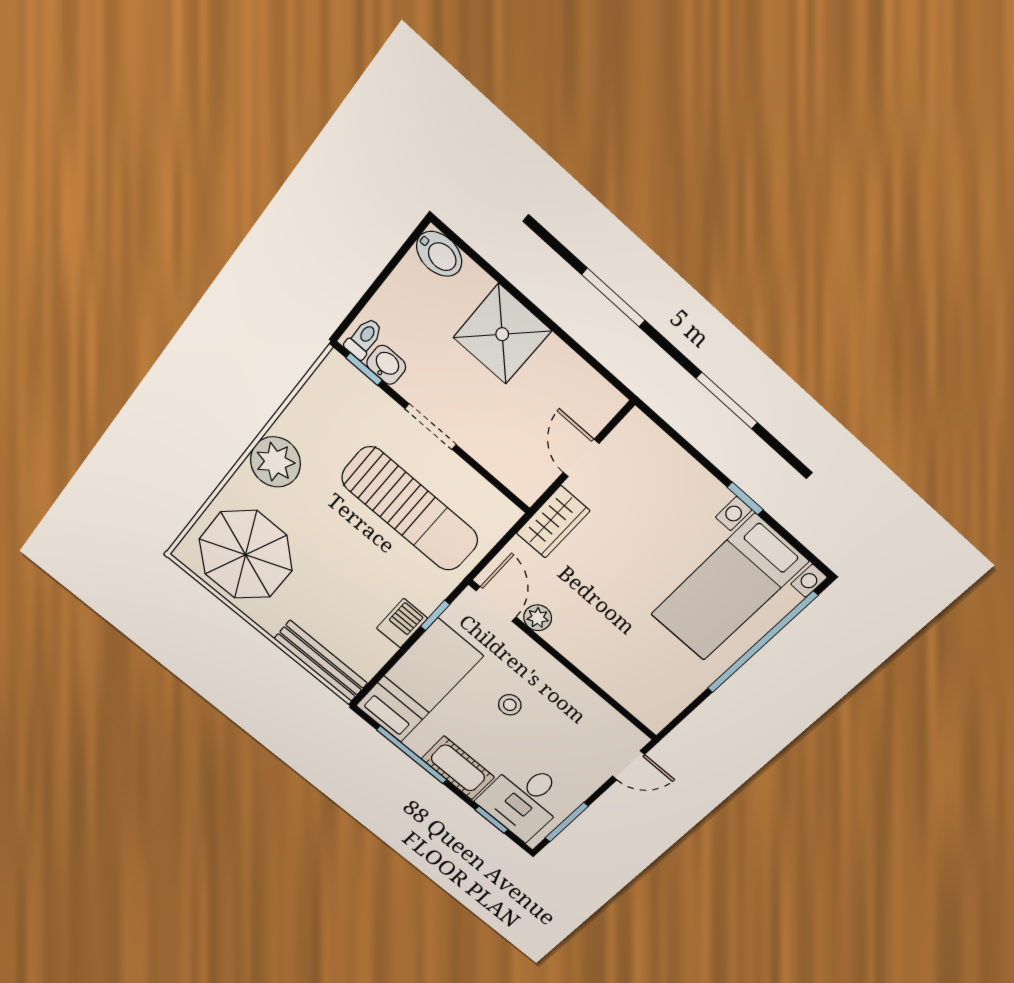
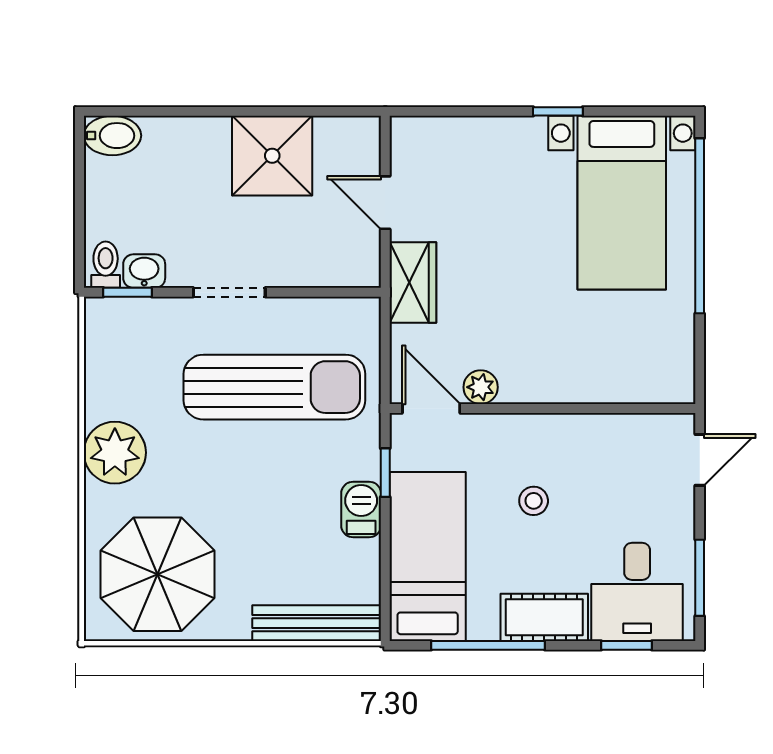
shower: (502, 334) -> (272, 156), moved

